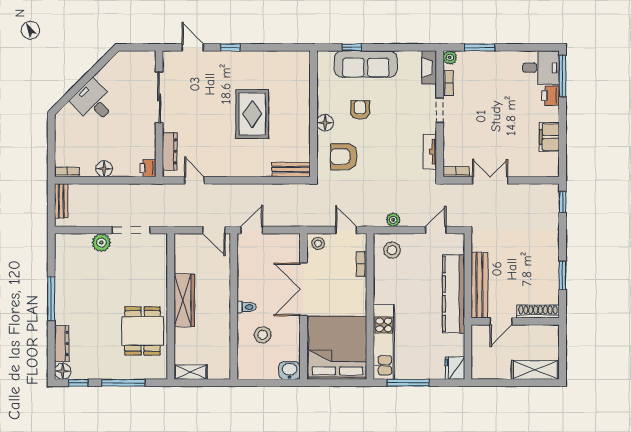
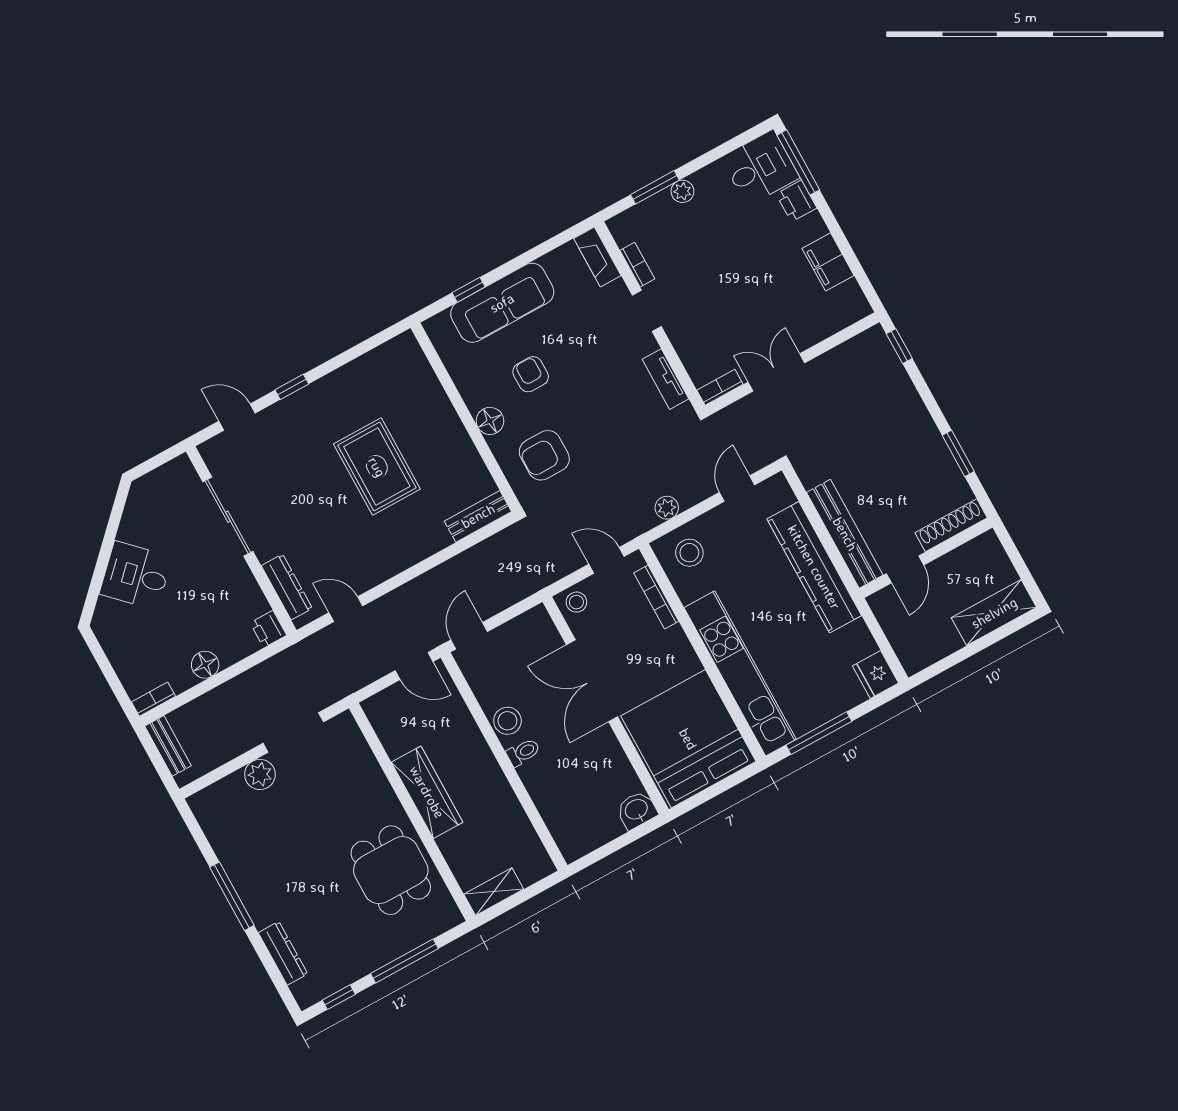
plant: (450, 58) -> (682, 191), moved
bookcase: (362, 264) -> (656, 597), width x1.56
stool: (263, 335) -> (507, 721), moved
kitchen unit: (384, 342) -> (740, 673), width x1.36
floor lamp: (63, 371) -> (307, 993), removed

